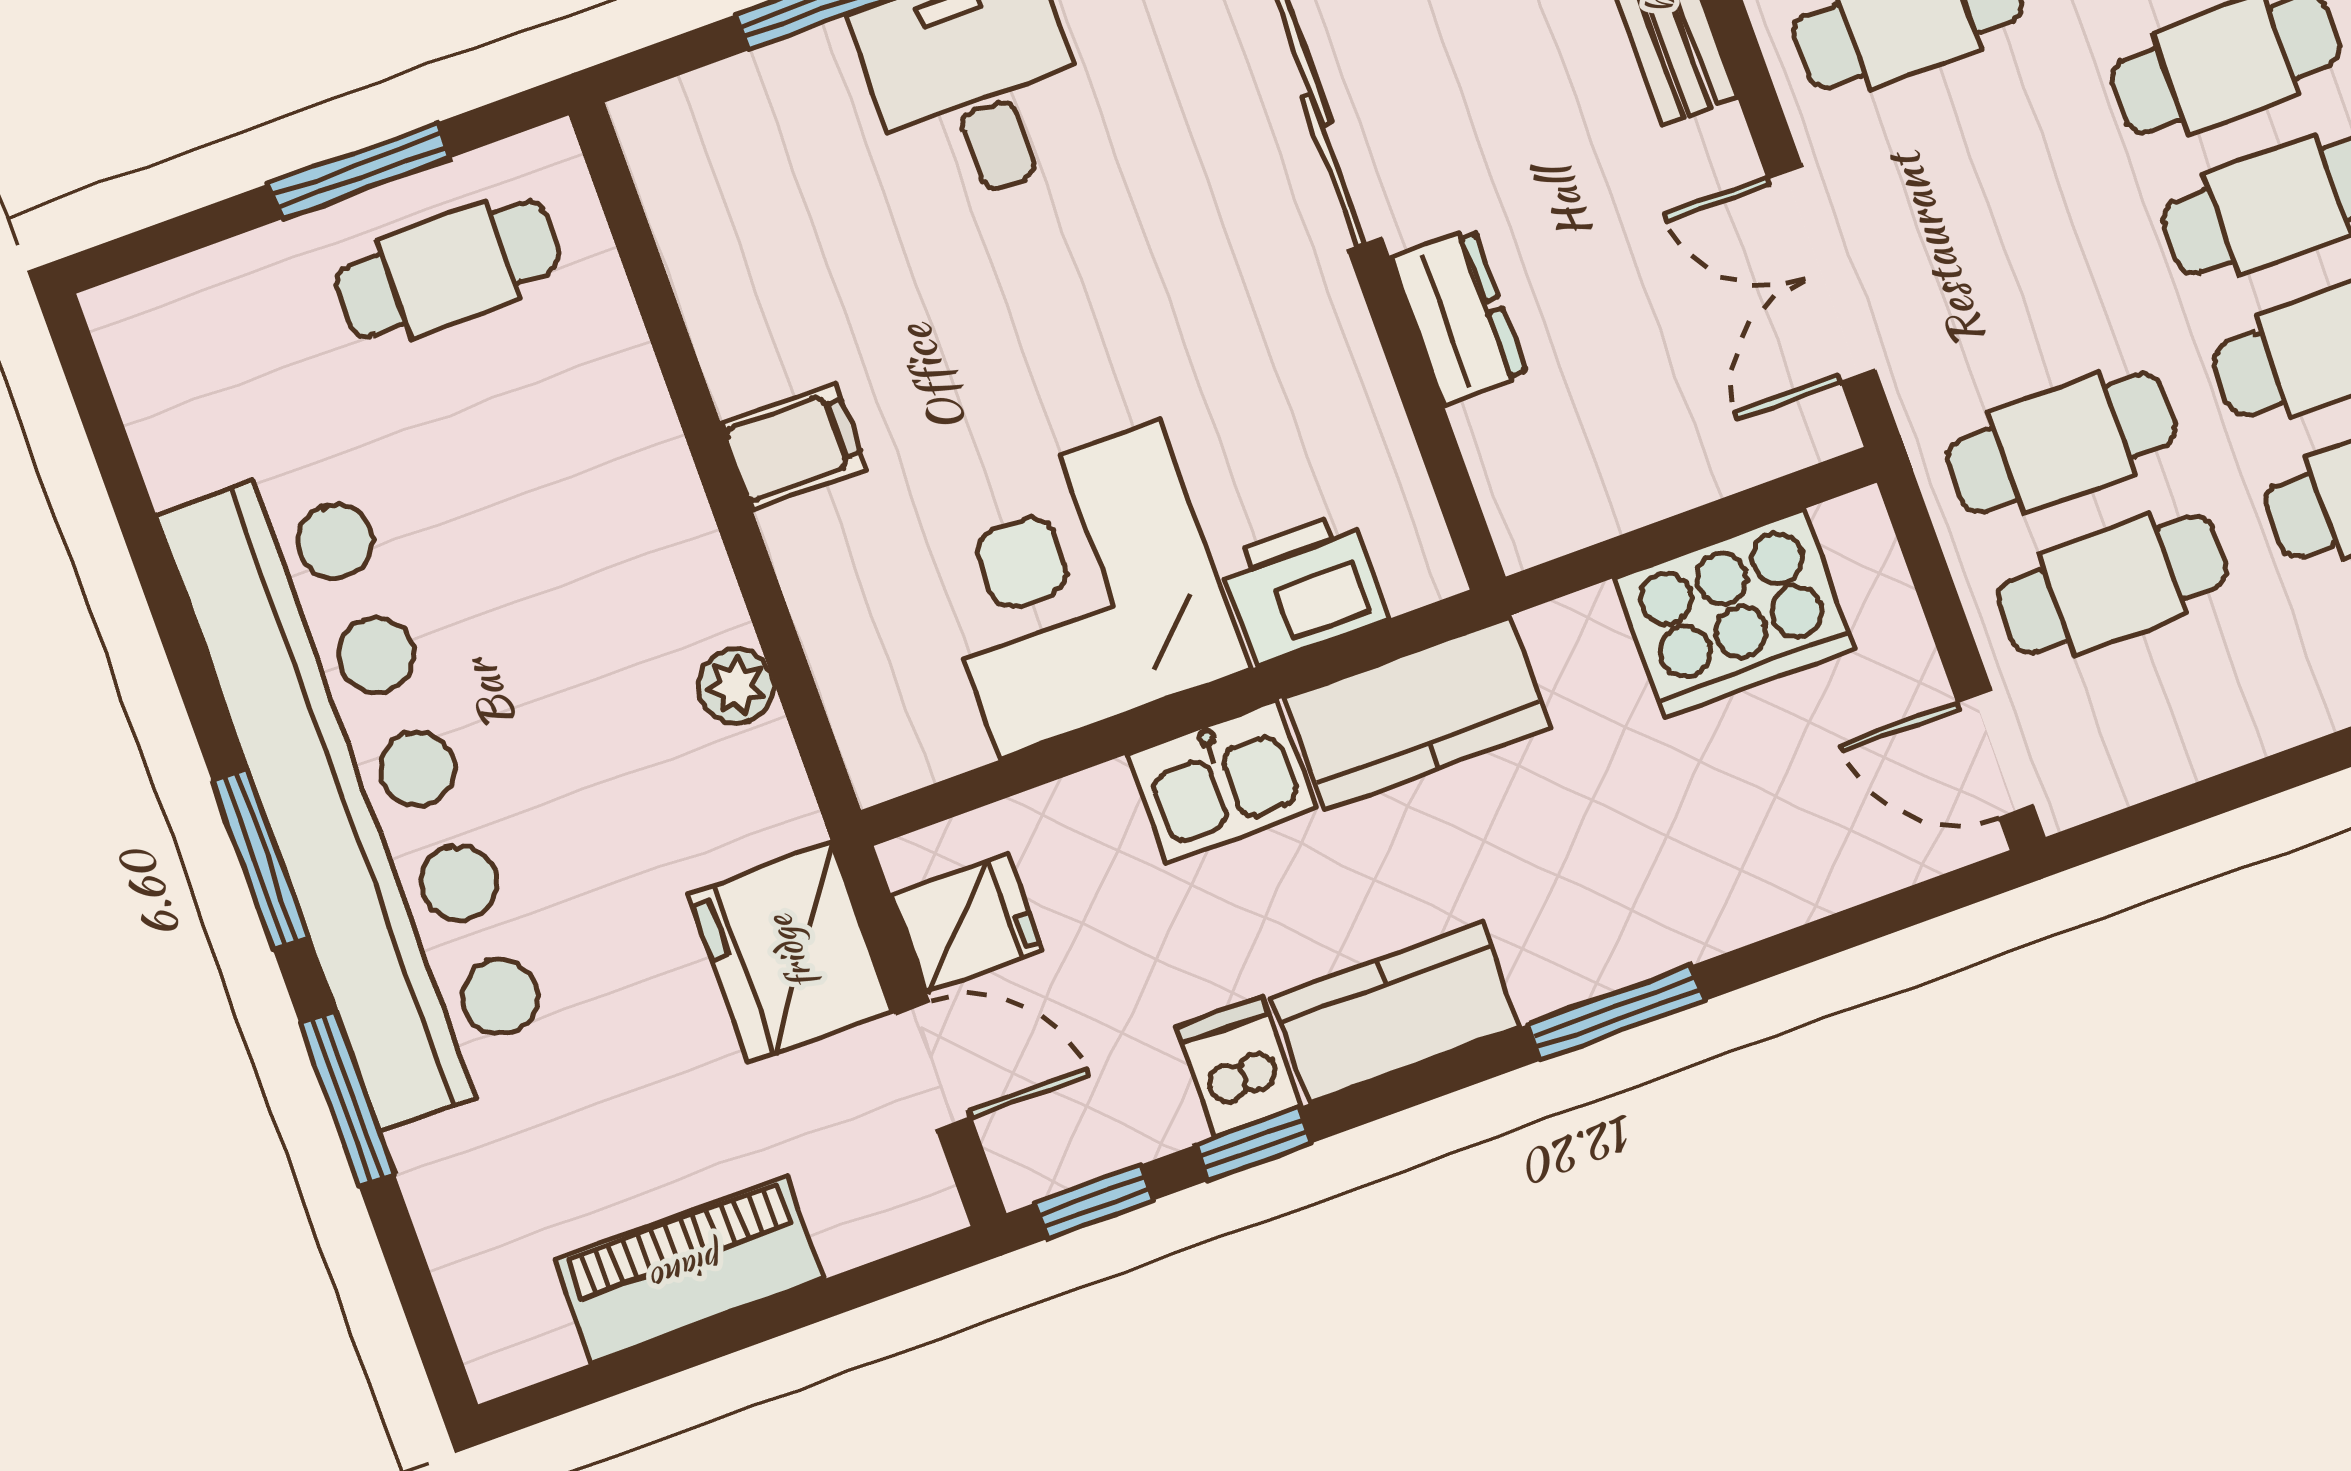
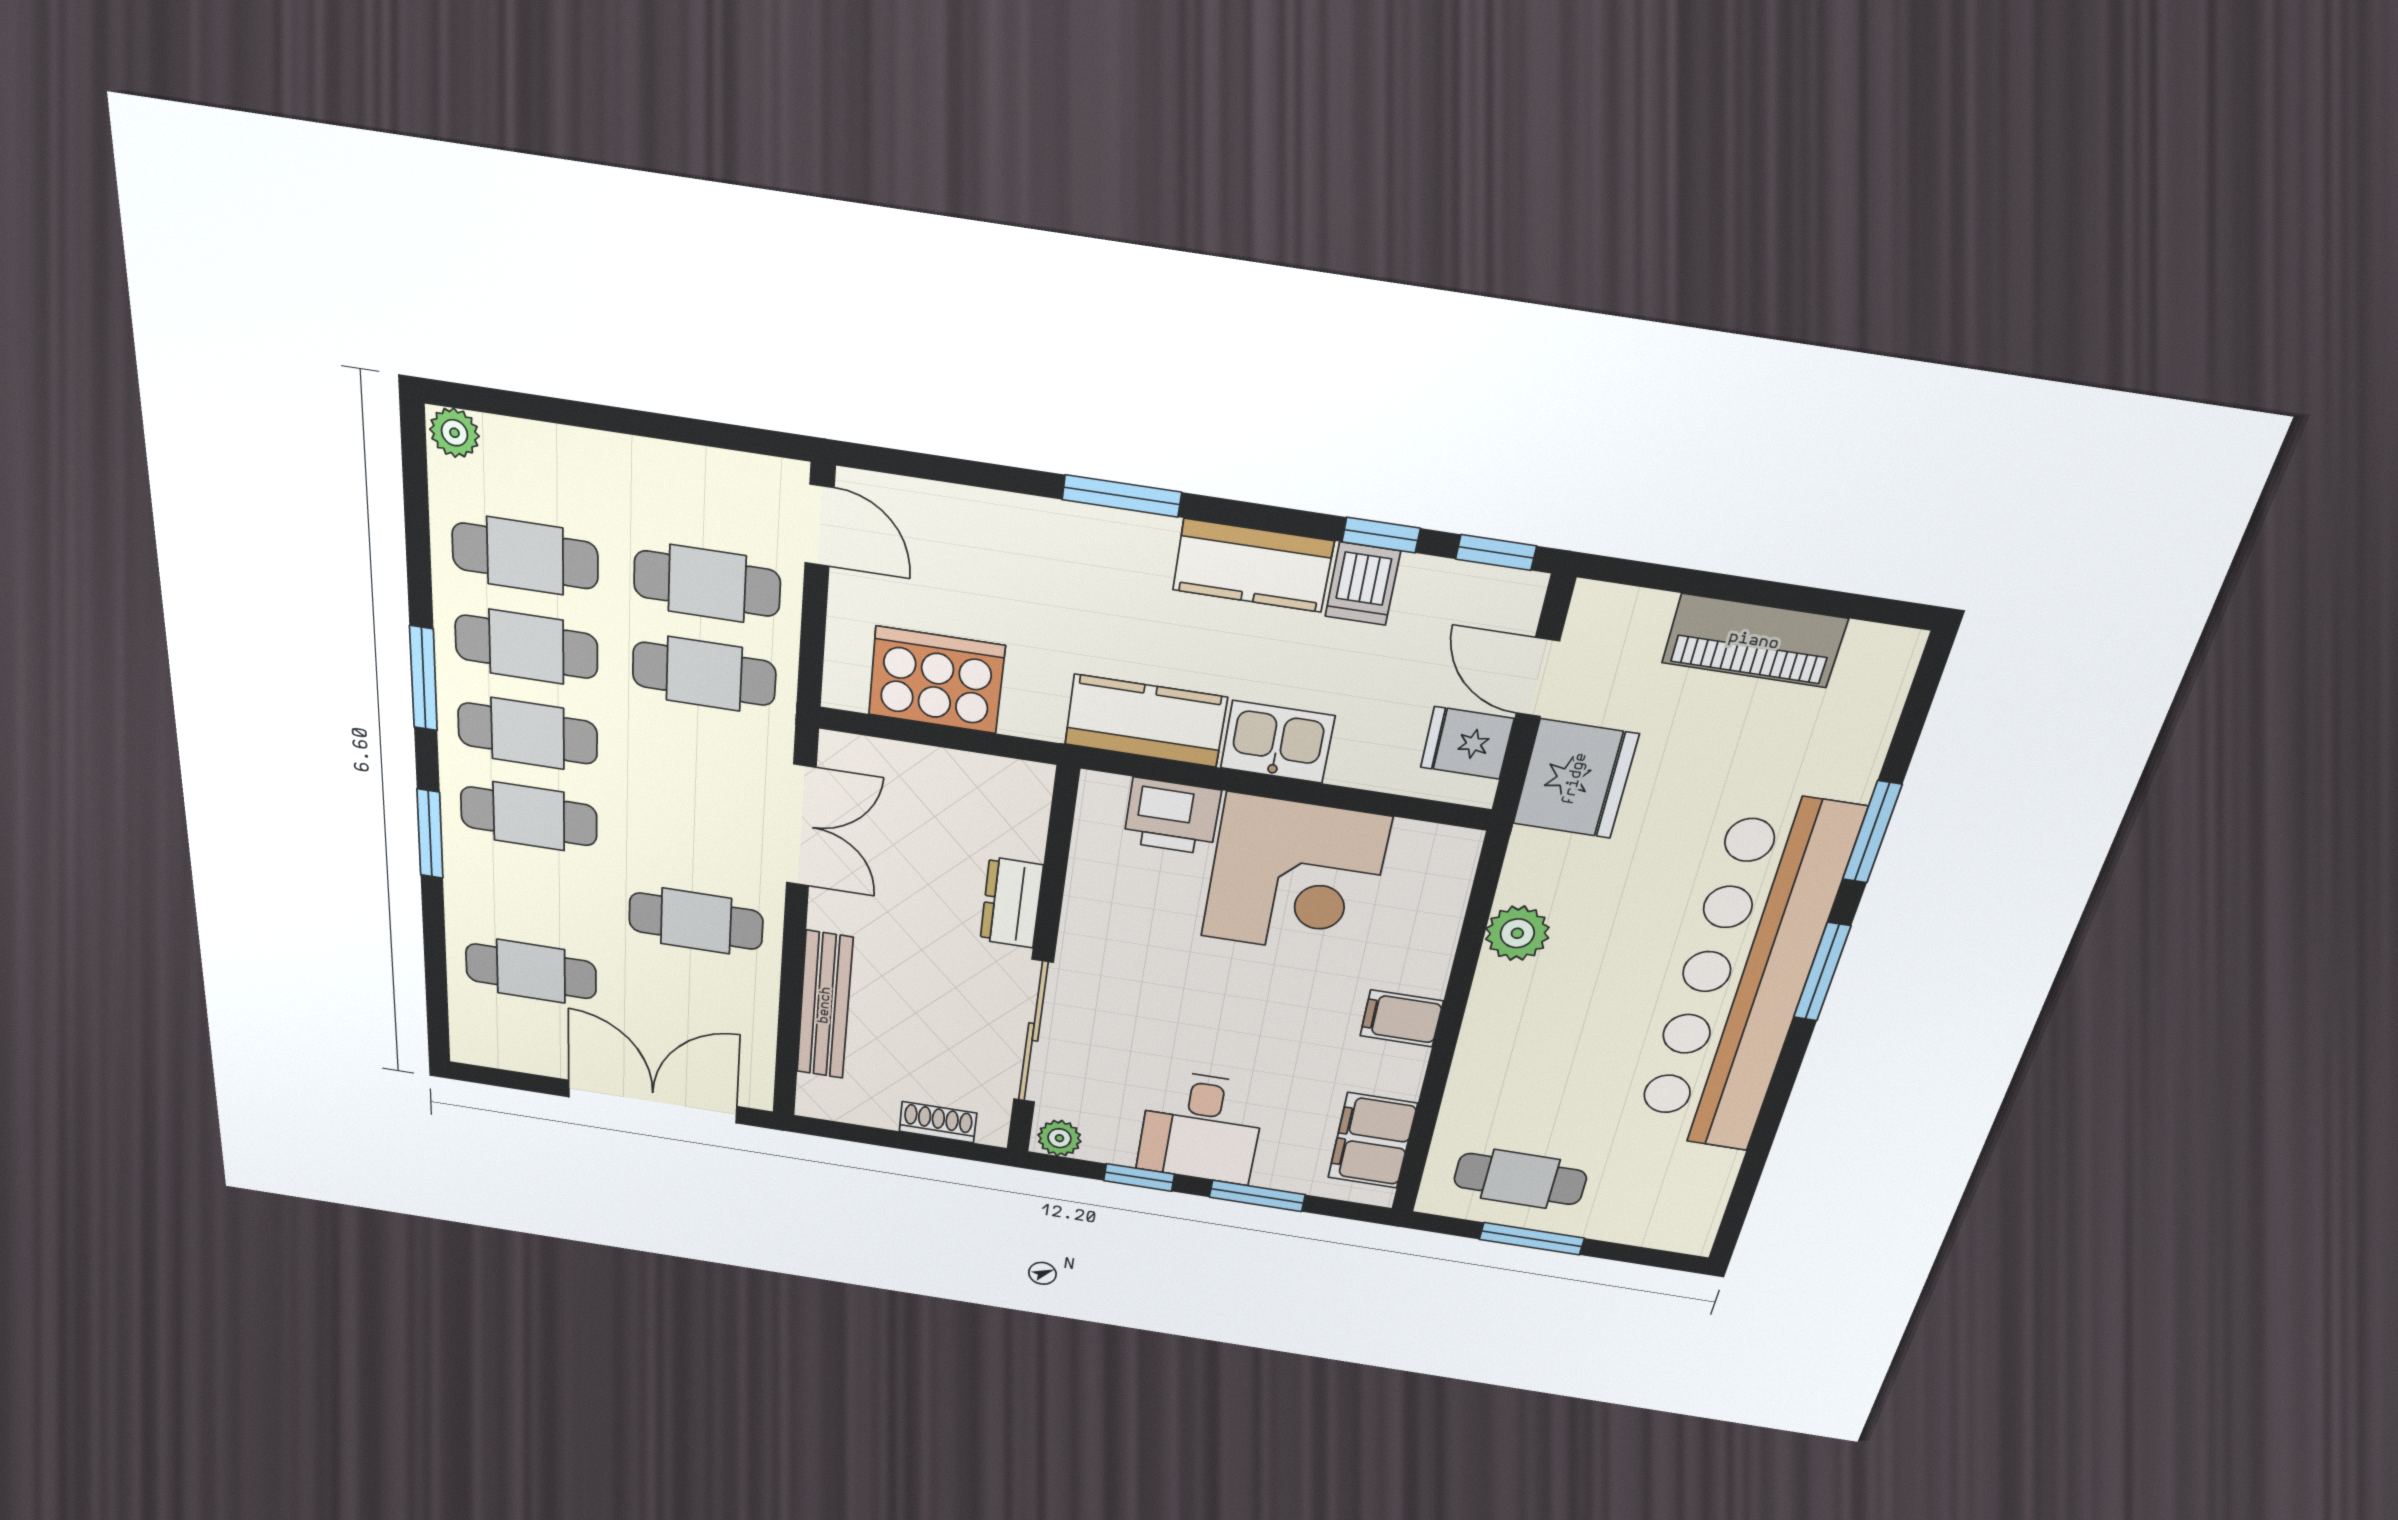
filing cabinet: (707, 209) -> (1372, 1141), added
plant: (736, 686) -> (1517, 933), width x1.38, depth x1.38

